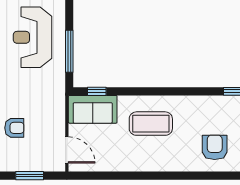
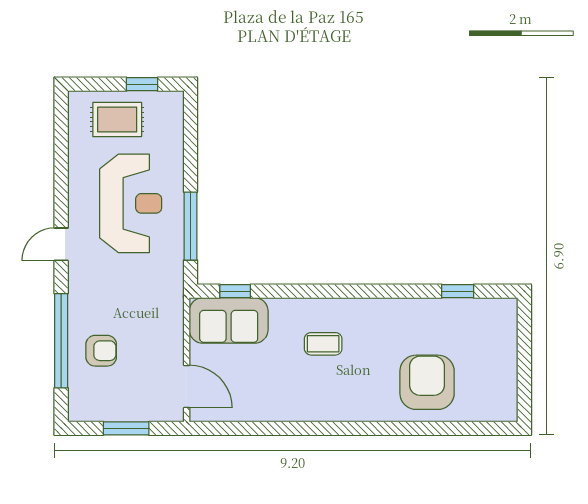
reception desk: (32, 37) -> (131, 203), turned 180
coffee table: (151, 124) -> (323, 344), width x0.54, depth x0.58
armchair: (215, 147) -> (427, 382), width x1.36, depth x1.36

